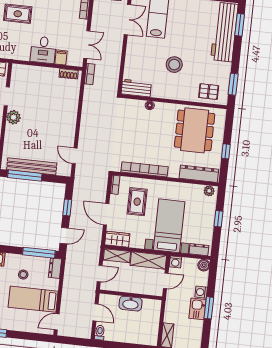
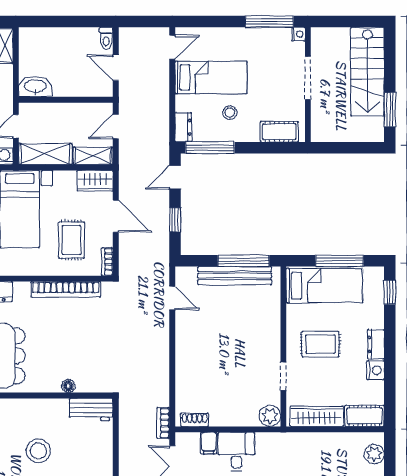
plant: (13, 117) -> (270, 416), moved
washbasin: (131, 304) -> (35, 87), moved

